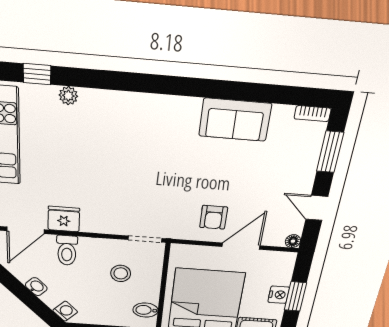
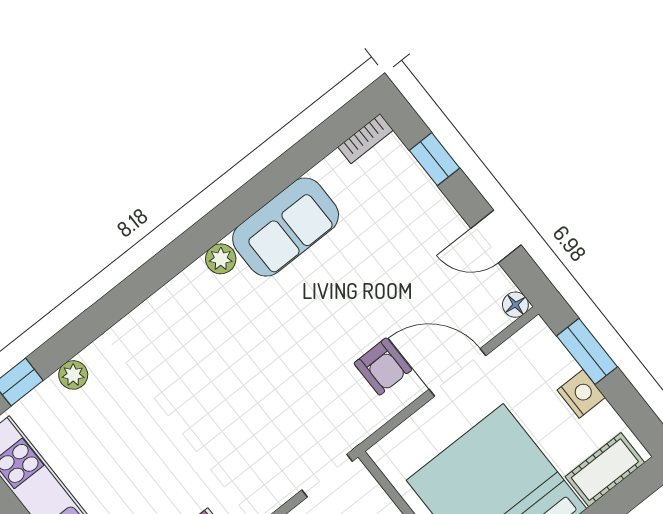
plant: (191, 106) -> (221, 259), added
window: (330, 152) -> (435, 159), width x0.67
door: (241, 246) -> (457, 372), hinge flipped
window: (295, 296) -> (587, 351), moved

